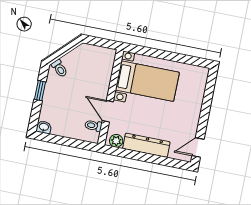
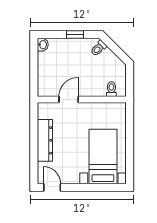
bed with nightstands: (147, 81) -> (103, 156), moved, turned 180
toilet: (93, 126) -> (111, 89), moved
plant: (116, 141) -> (43, 112), removed

